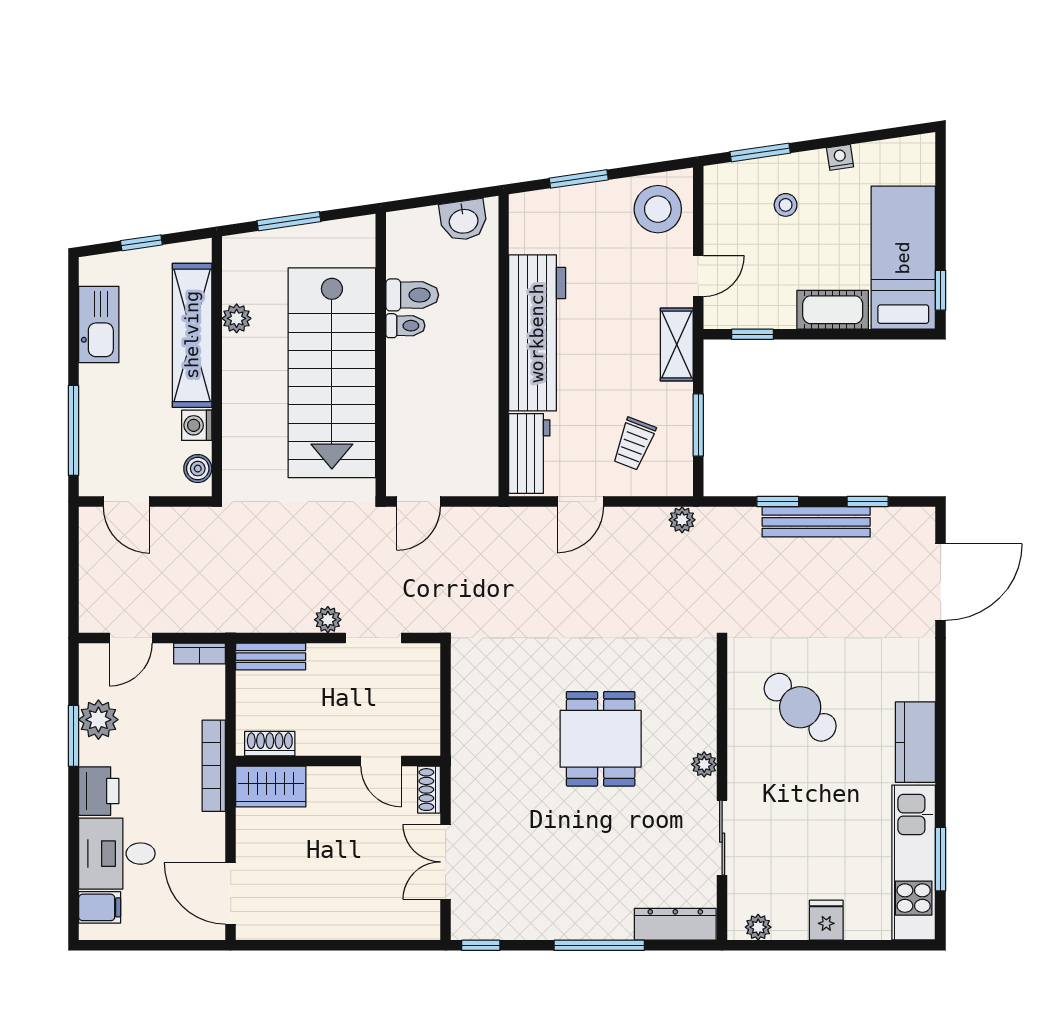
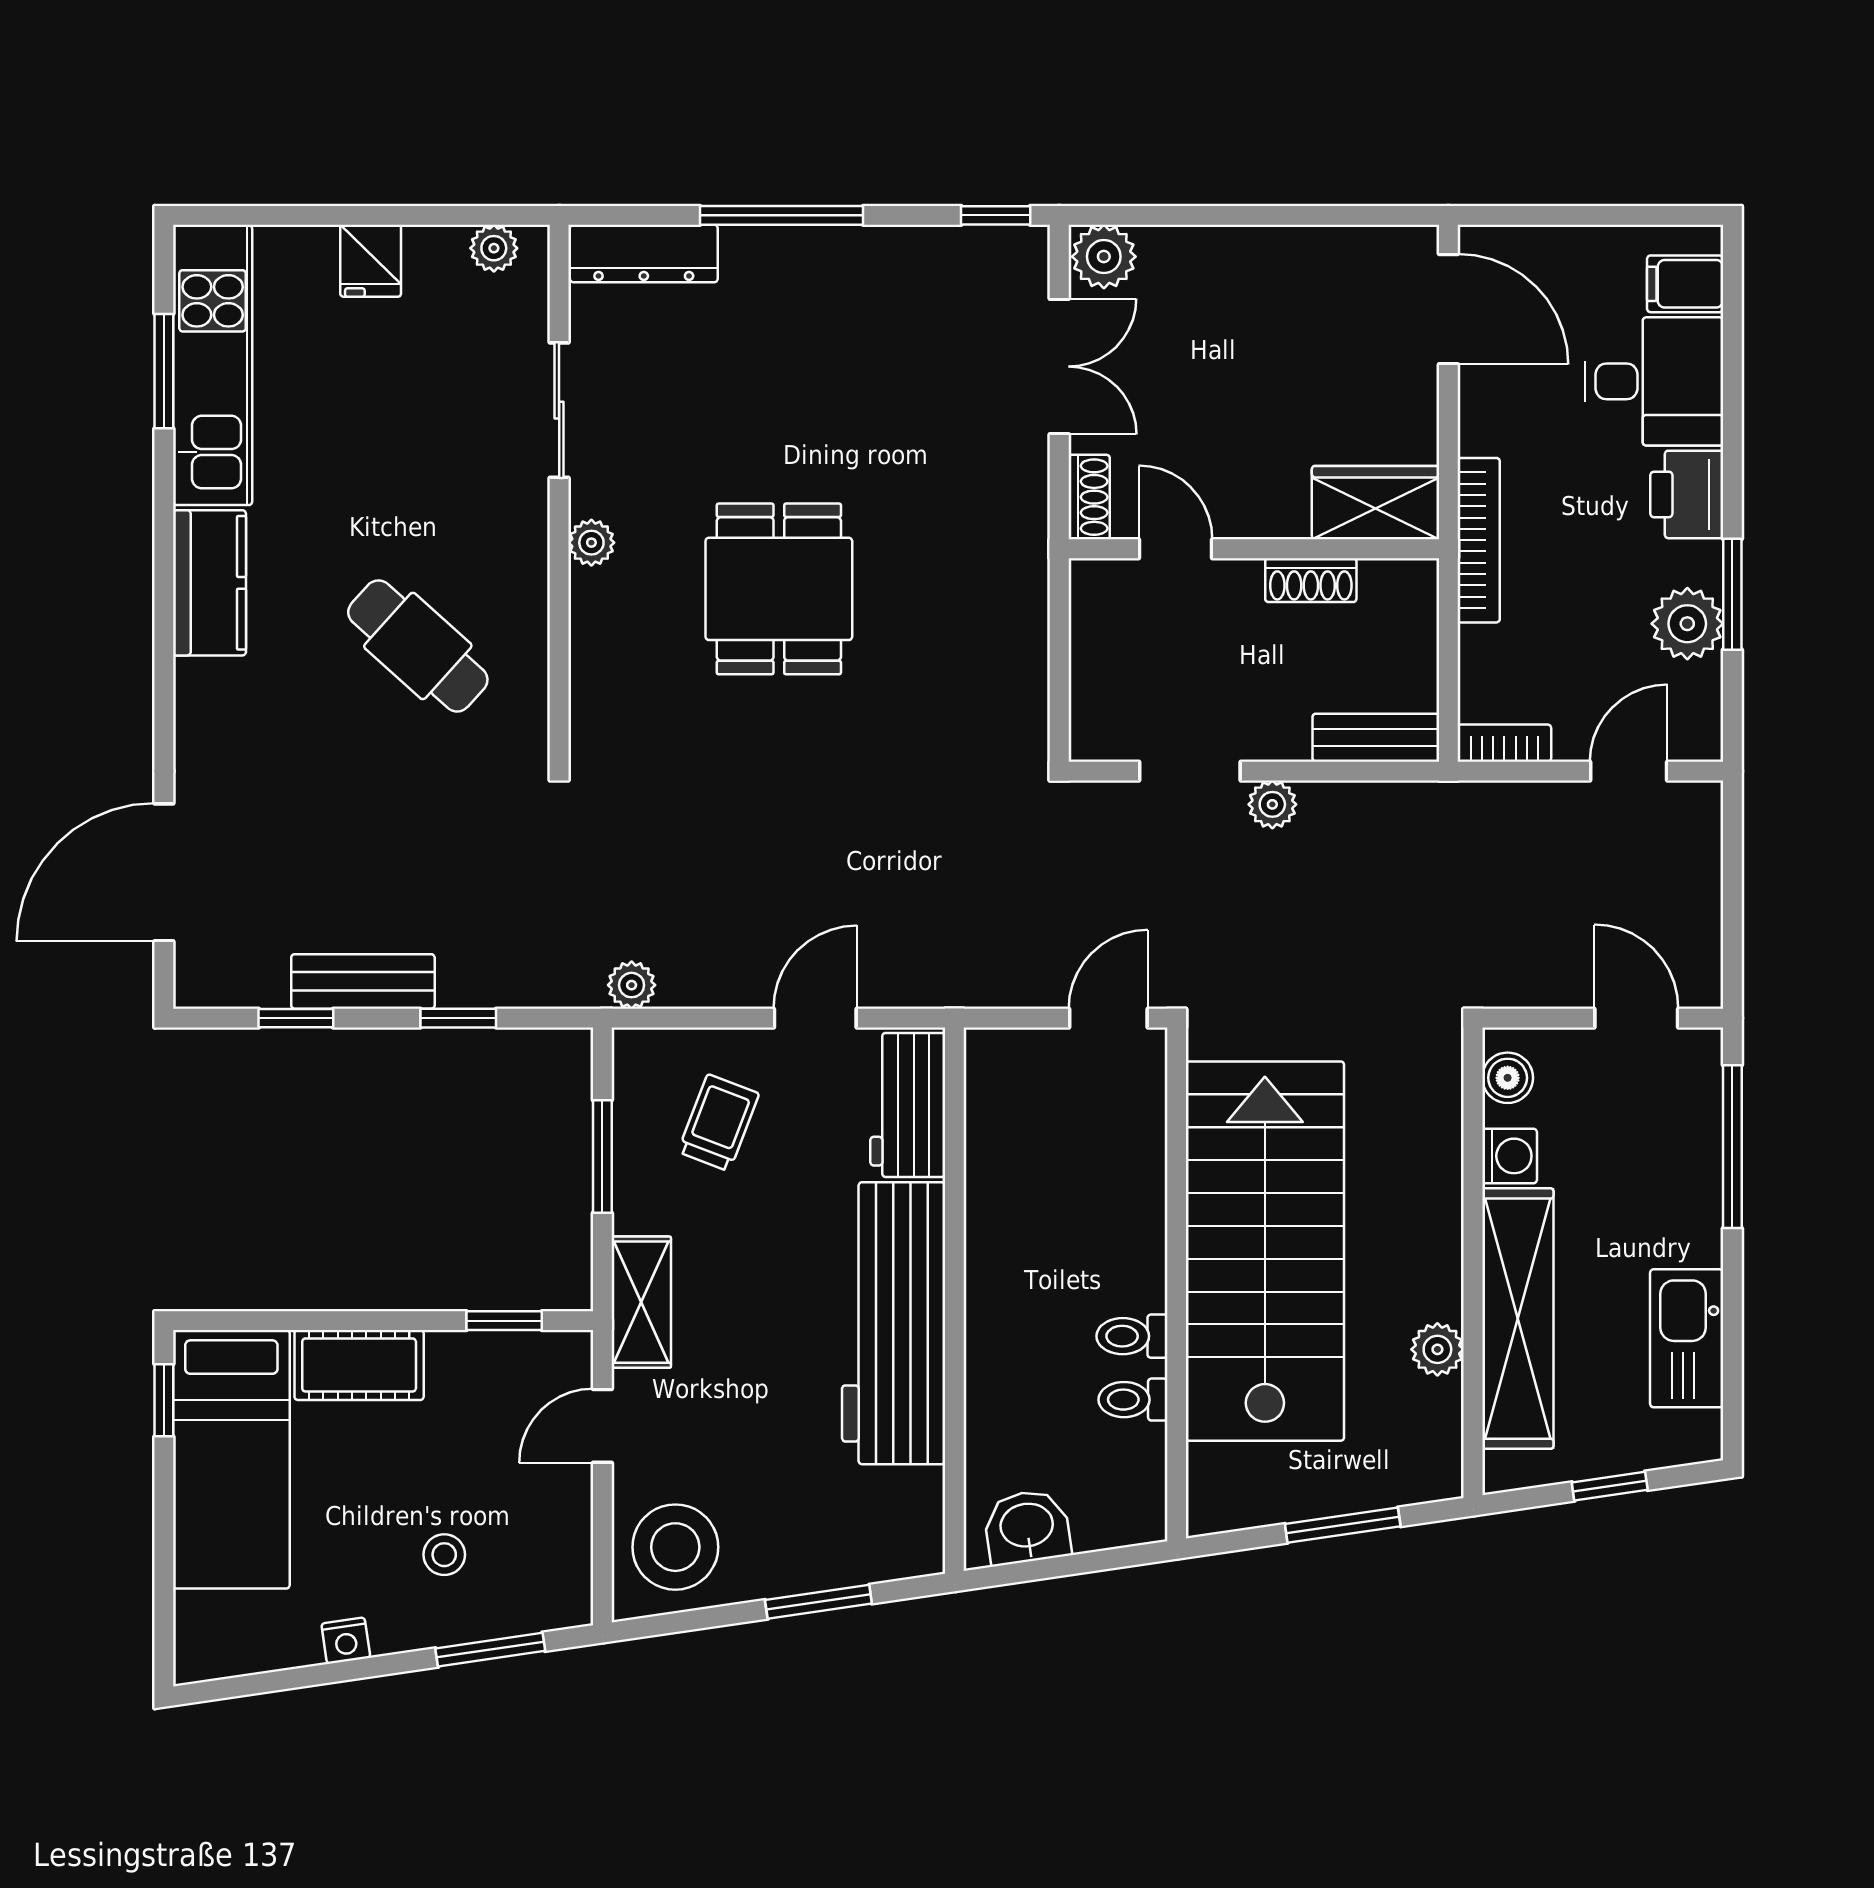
toilet: (412, 295) -> (1133, 1400), width x0.73, depth x0.72
bench: (816, 522) -> (363, 981), width x0.73
shoe rack: (270, 744) -> (1311, 580), moved
plant: (421, 923) -> (1104, 257), added

